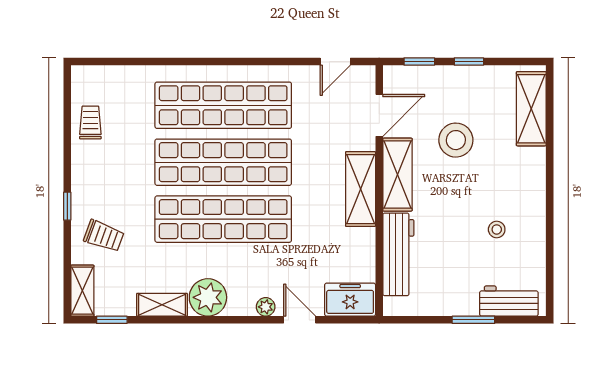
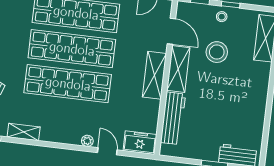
door: (379, 115) -> (171, 31), hinge flipped
stool: (497, 229) -> (222, 17), moved
plant: (208, 297) -> (52, 131), removed

